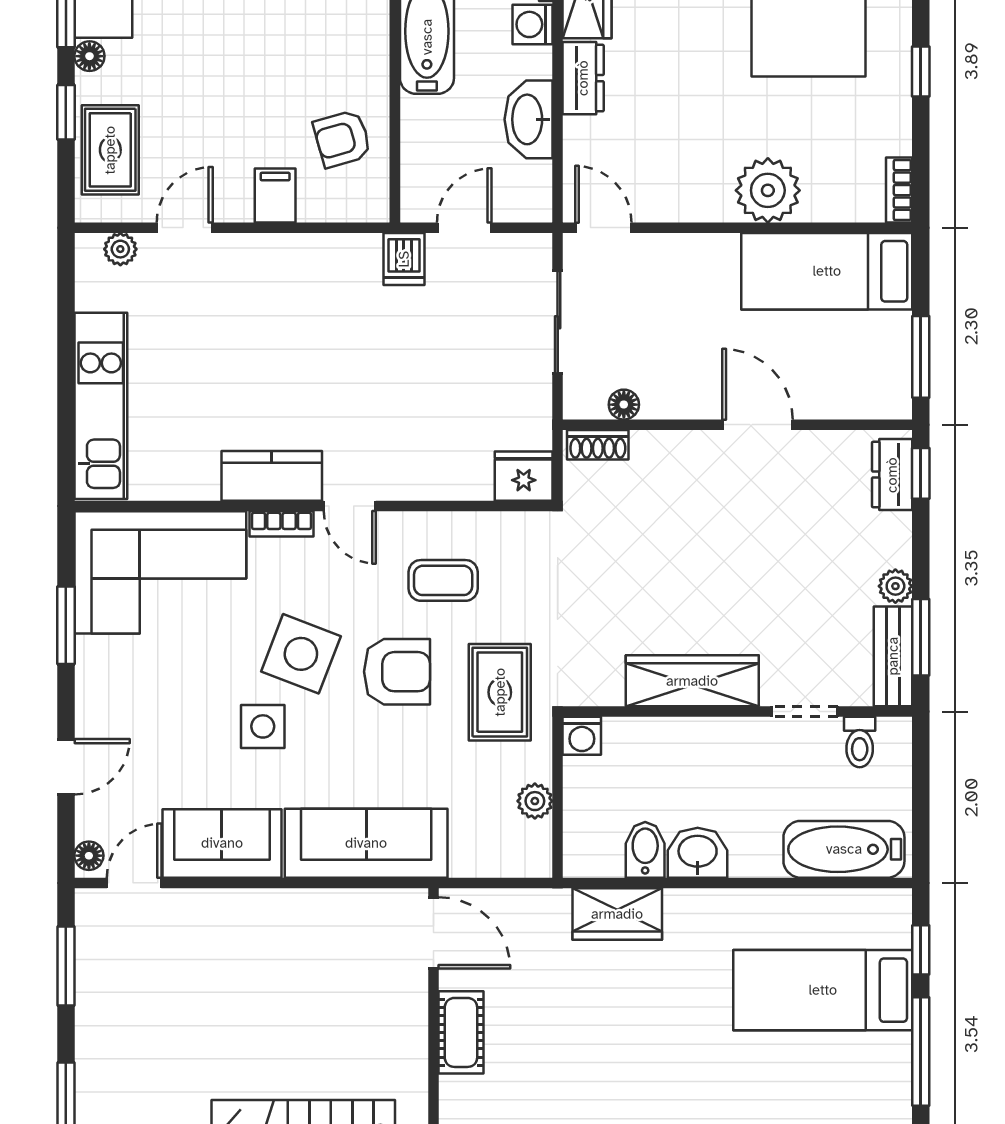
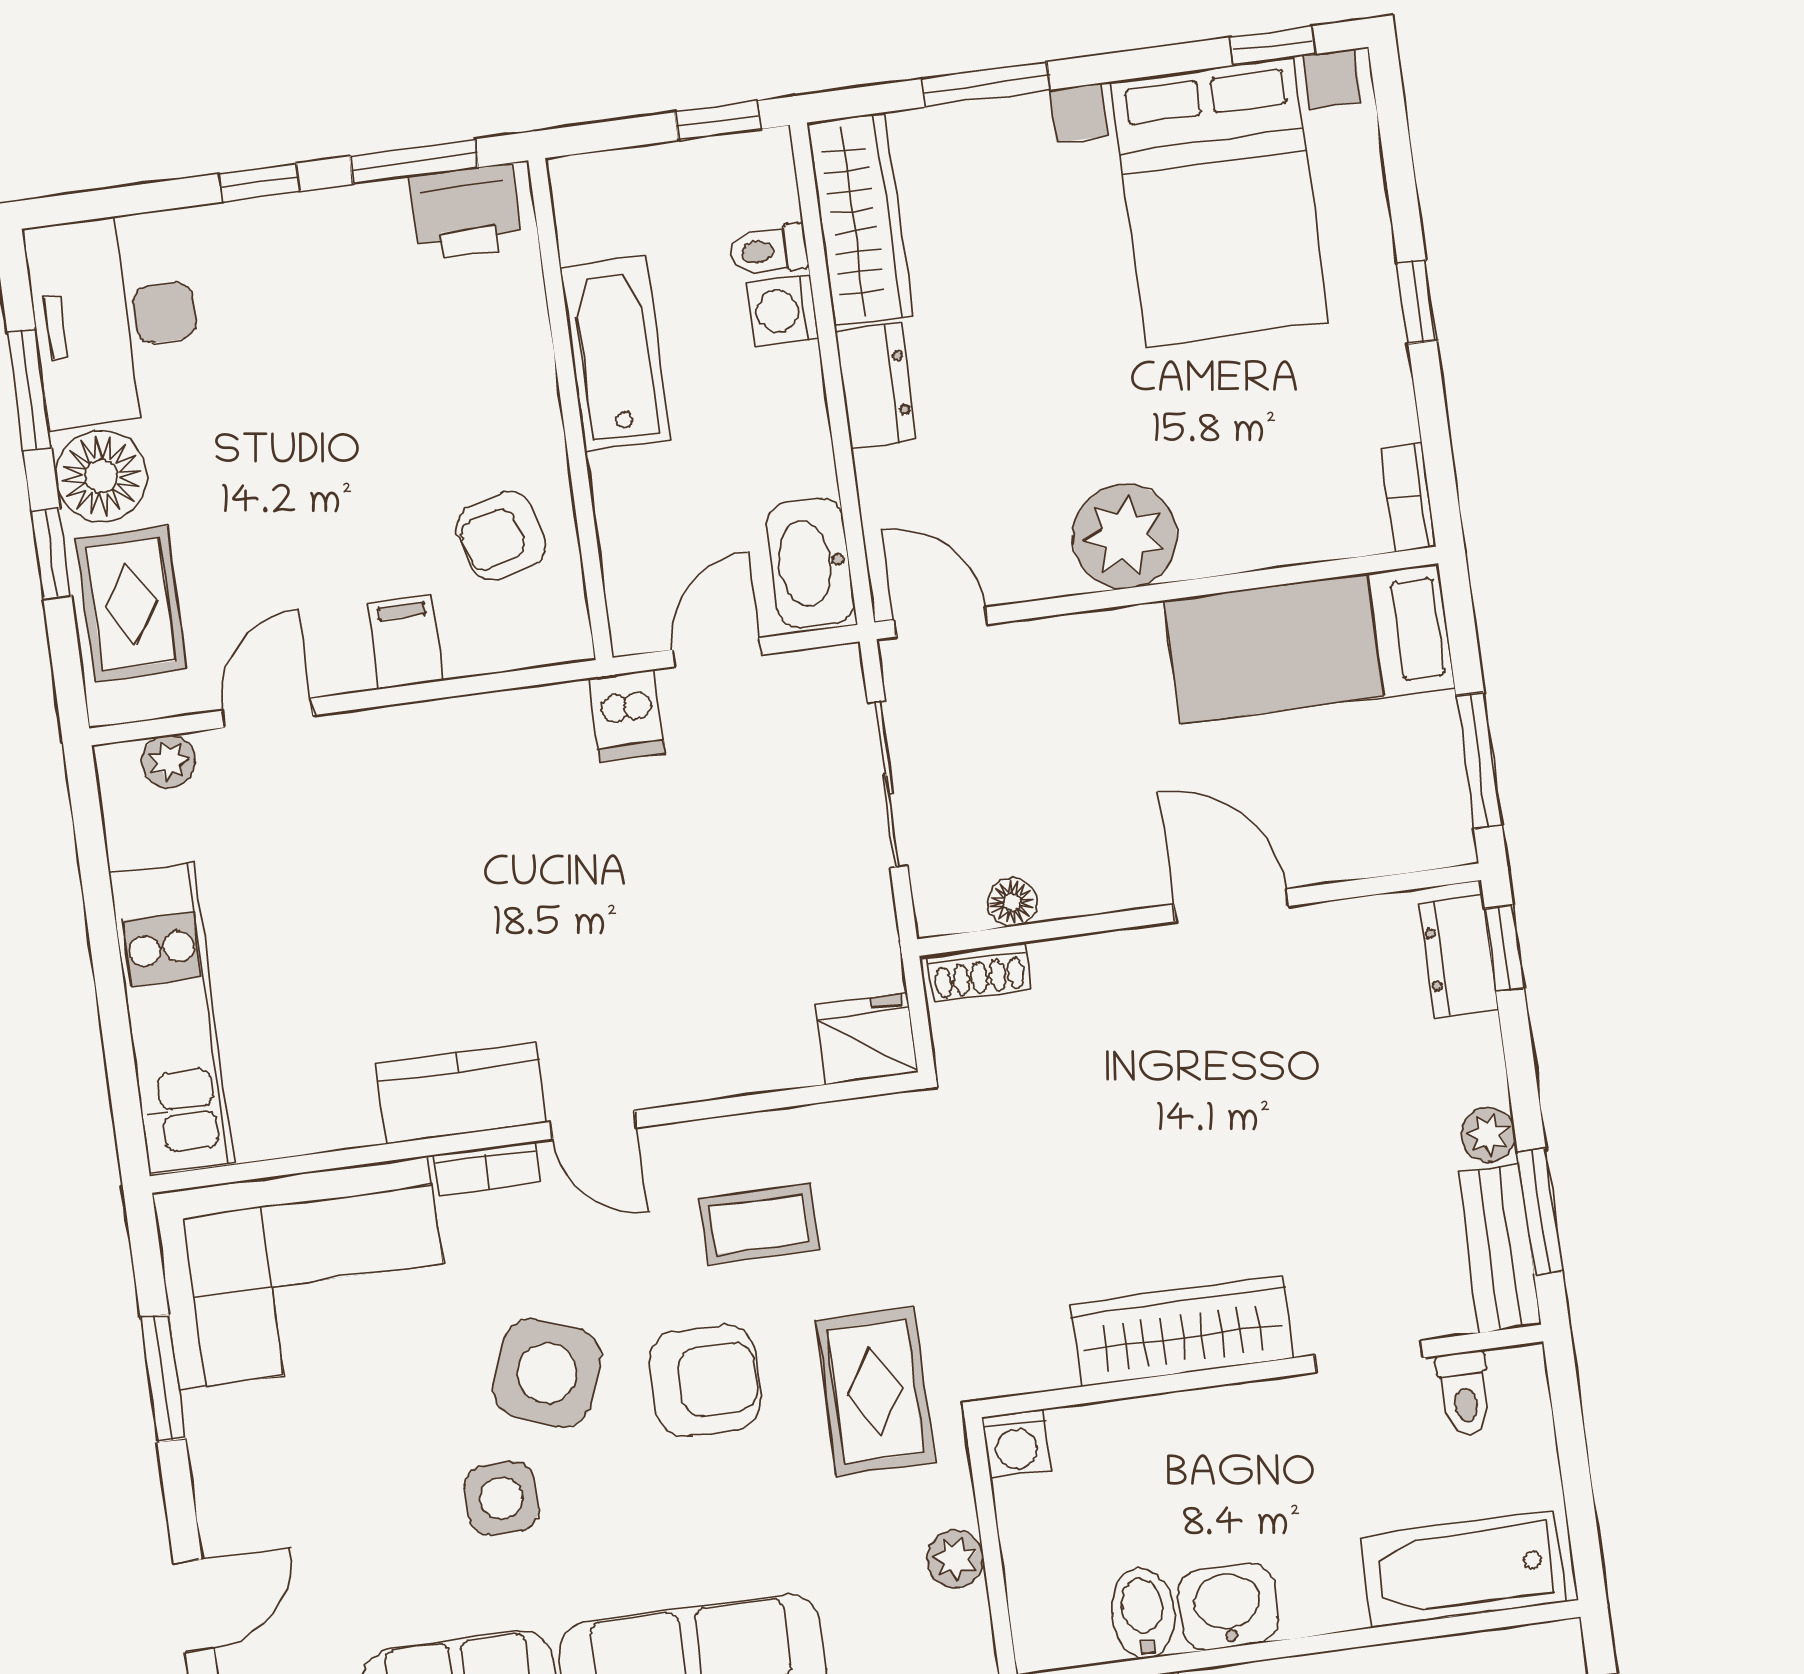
floor lamp: (89, 56) -> (101, 476), width x1.89, depth x1.89
washbasin: (529, 119) -> (810, 563), moved
plant: (768, 190) -> (1125, 536), moved

